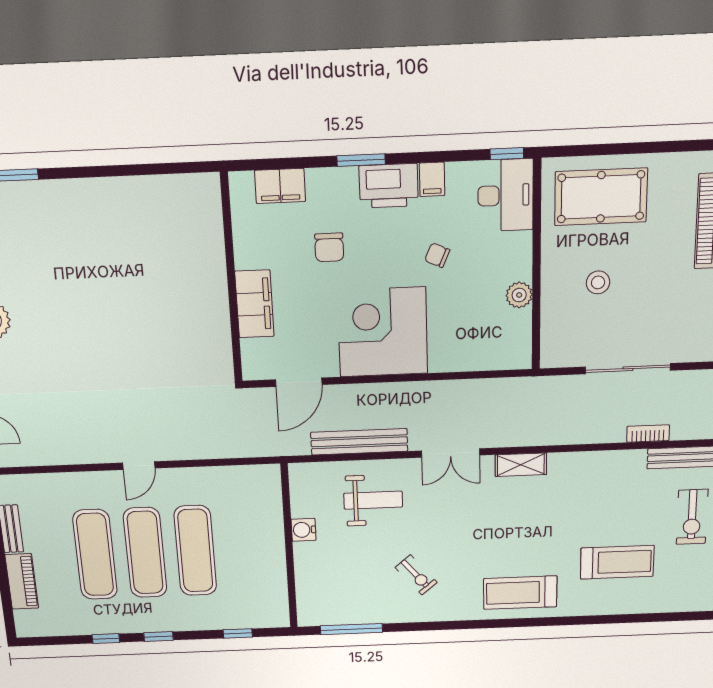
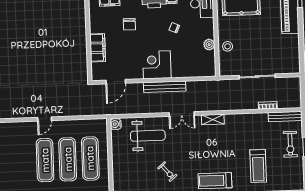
stool: (598, 282) -> (228, 46), moved
corner desk: (383, 332) -> (157, 65), width x0.74, depth x0.74
bench: (359, 442) -> (165, 87), moved
weight bench: (373, 500) -> (148, 136), width x1.36, depth x1.33
water cooler: (304, 530) -> (116, 124), moved
exercise mat: (95, 555) -> (90, 158), moved
treadmill: (617, 562) -> (258, 166), turned 90

